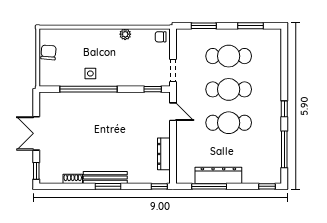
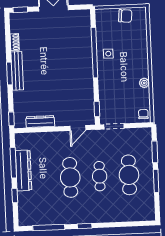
window: (250, 26) -> (156, 181), moved
cafe table: (229, 89) -> (100, 176), width x0.73, depth x0.74
window: (267, 186) -> (15, 196), moved

